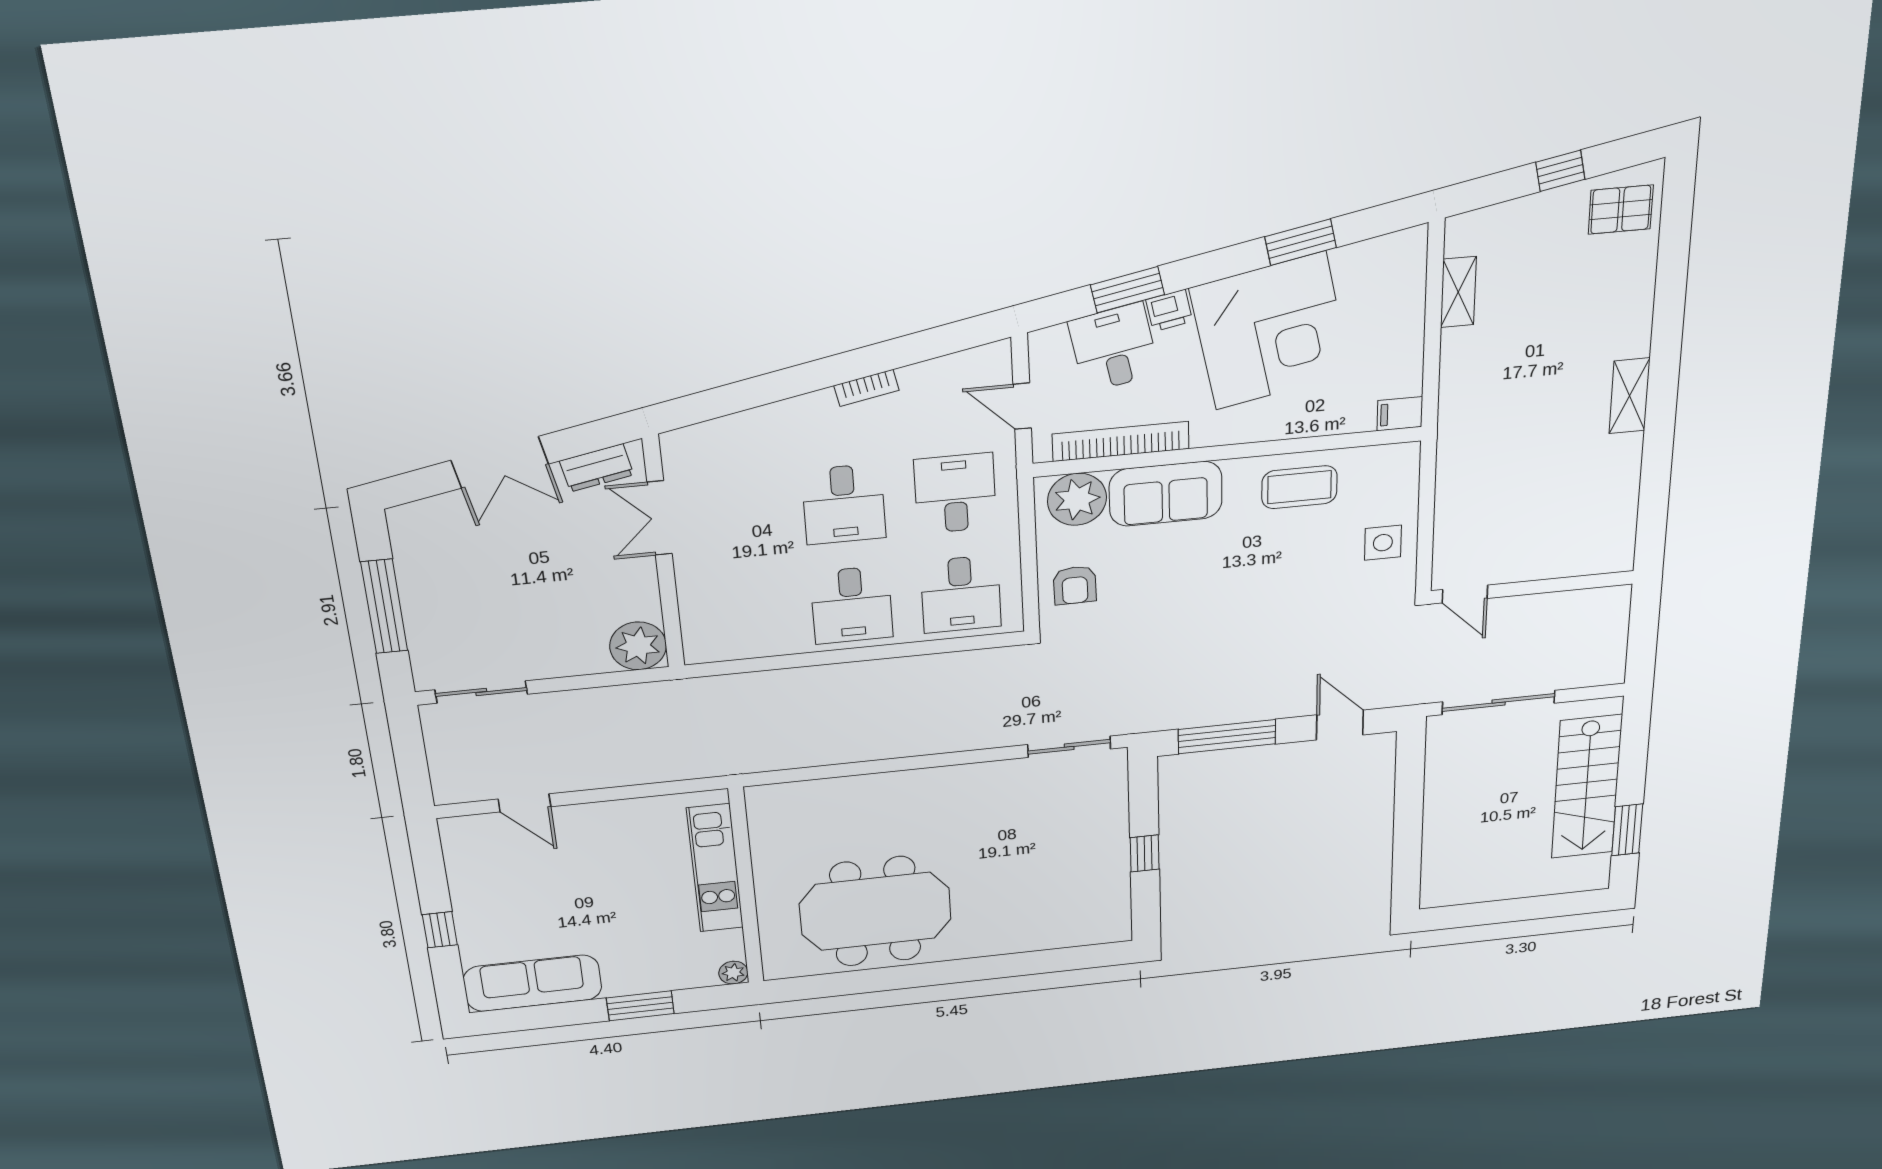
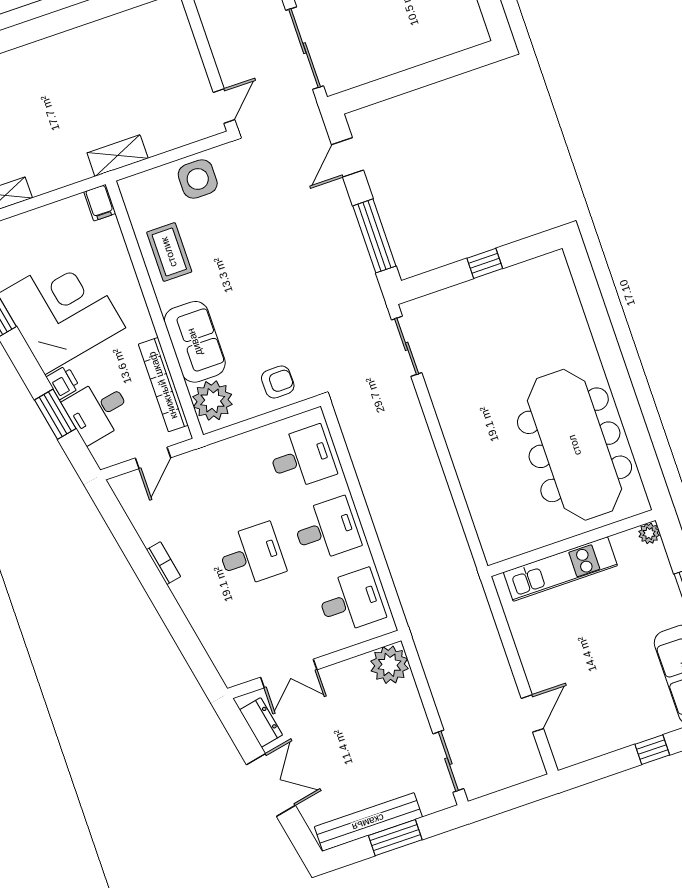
shelving: (1630, 396) -> (118, 156), moved
desk: (955, 493) -> (351, 601), moved, turned 180
side table: (1383, 543) -> (198, 179), width x1.37, depth x1.37
bench: (415, 577) -> (368, 822), added
window: (384, 606) -> (395, 838), width x0.69
meeting table: (875, 911) -> (575, 445), width x1.36

